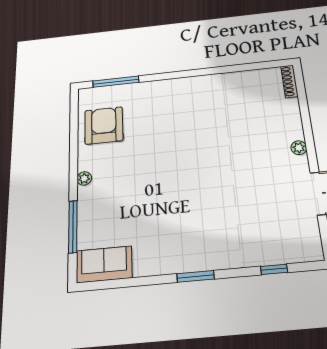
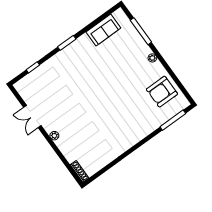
armchair: (104, 125) -> (162, 92), turned 90
sofa: (104, 264) -> (103, 30), moved

